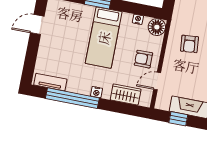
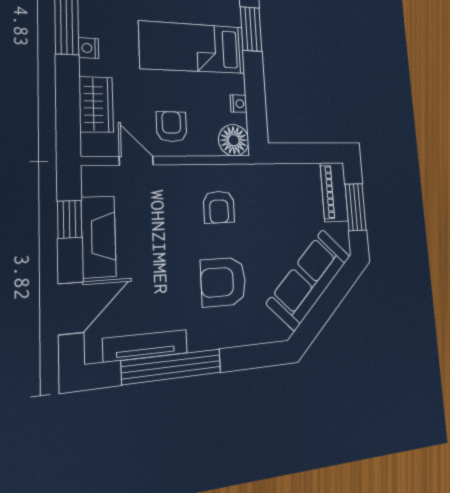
armchair: (189, 44) -> (219, 207), turned -85

